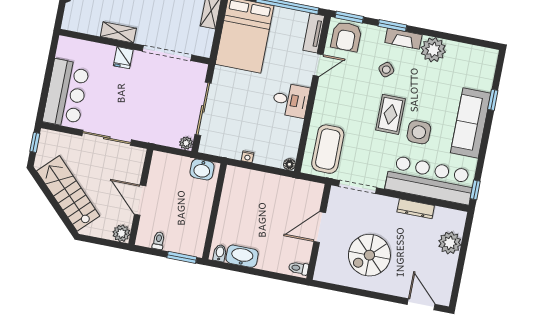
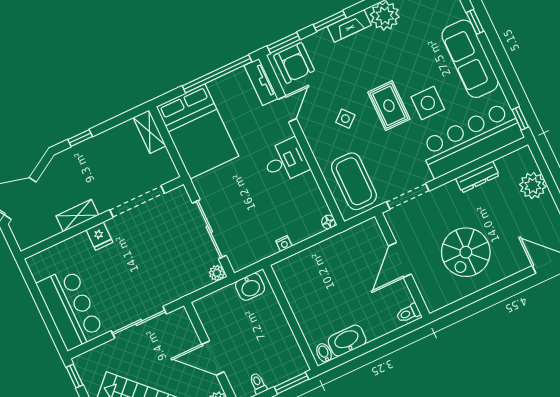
side table: (386, 70) -> (345, 119), moved

